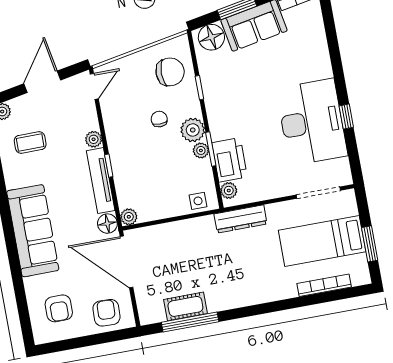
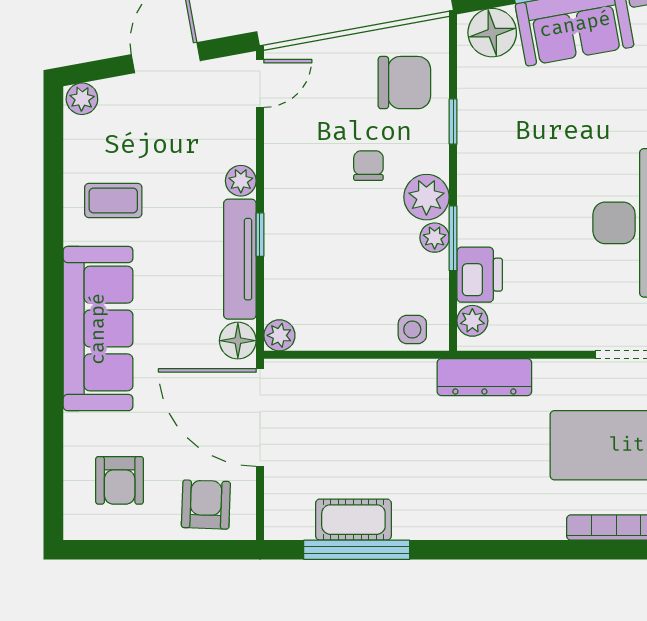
coffee table: (30, 142) -> (113, 200), moved
printer: (229, 160) -> (480, 275), width x0.73, depth x0.84

